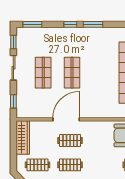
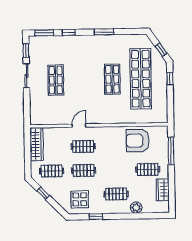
window: (70, 24) -> (69, 32), moved
shop shelf: (72, 73) -> (112, 79), moved
window: (13, 101) -> (27, 109), removed
door: (66, 119) -> (79, 126), width x0.53

